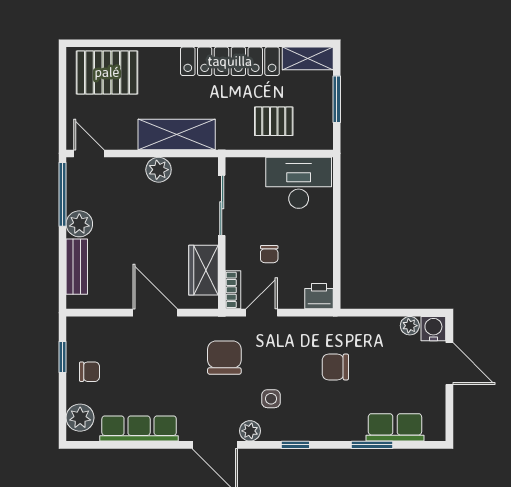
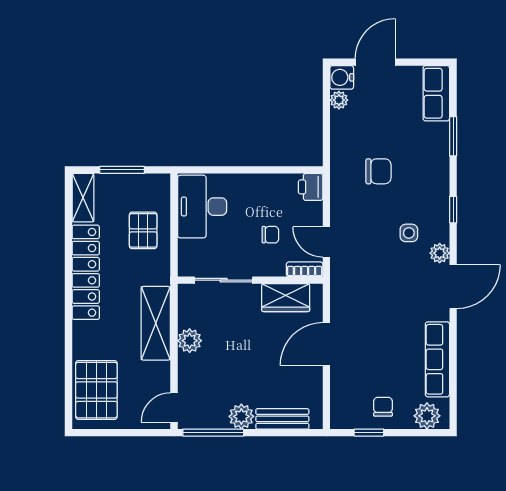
chair: (224, 358) -> (369, 278), removed
chair: (335, 367) -> (379, 171), turned -90
row of seats: (395, 427) -> (436, 93), moved

